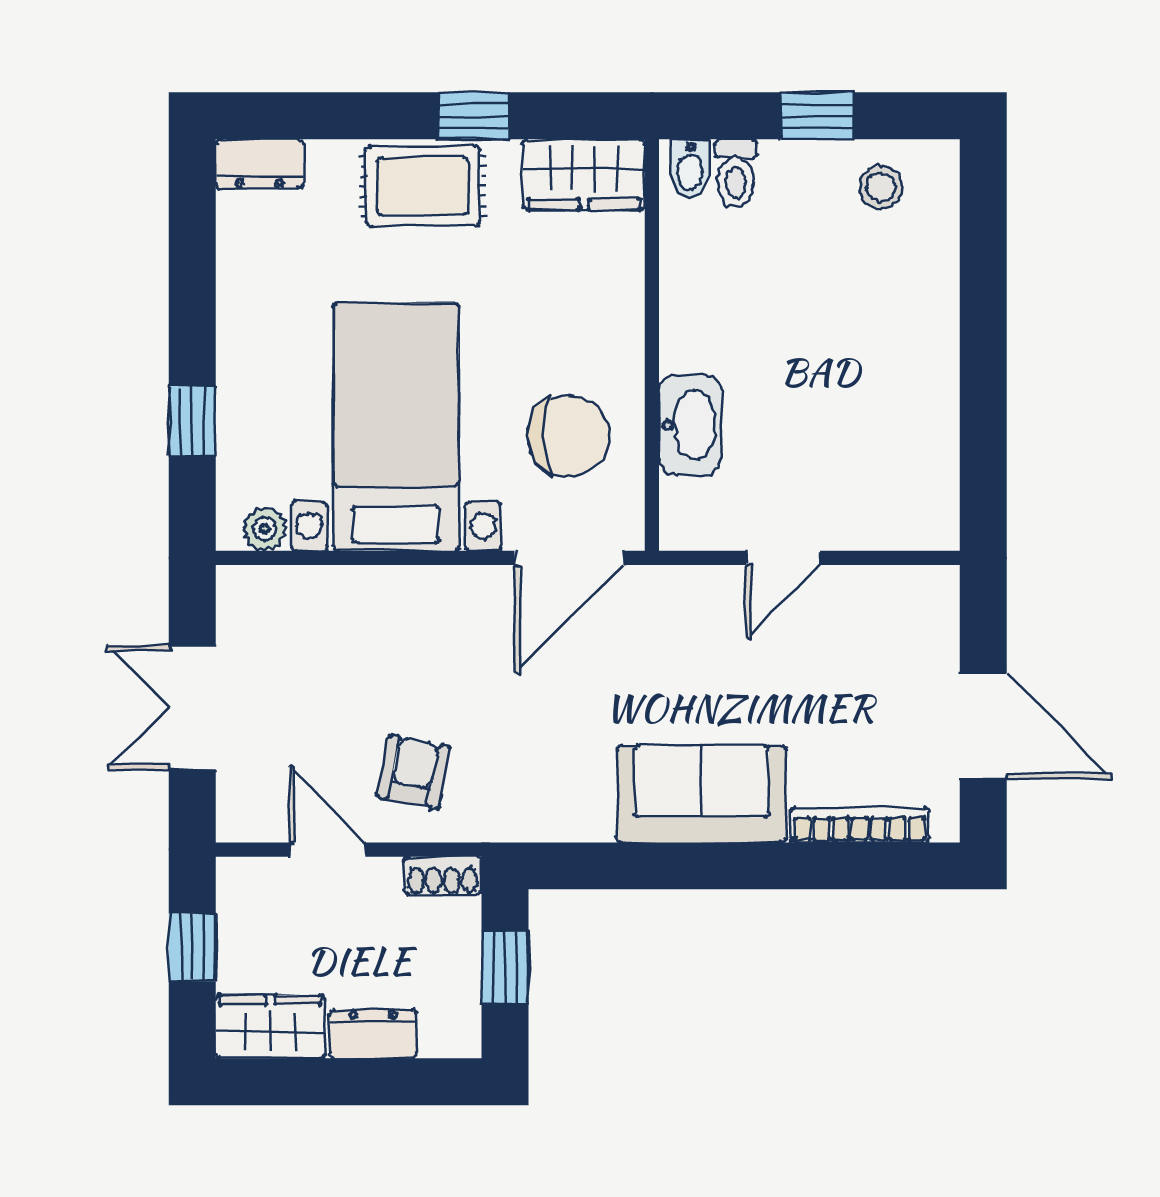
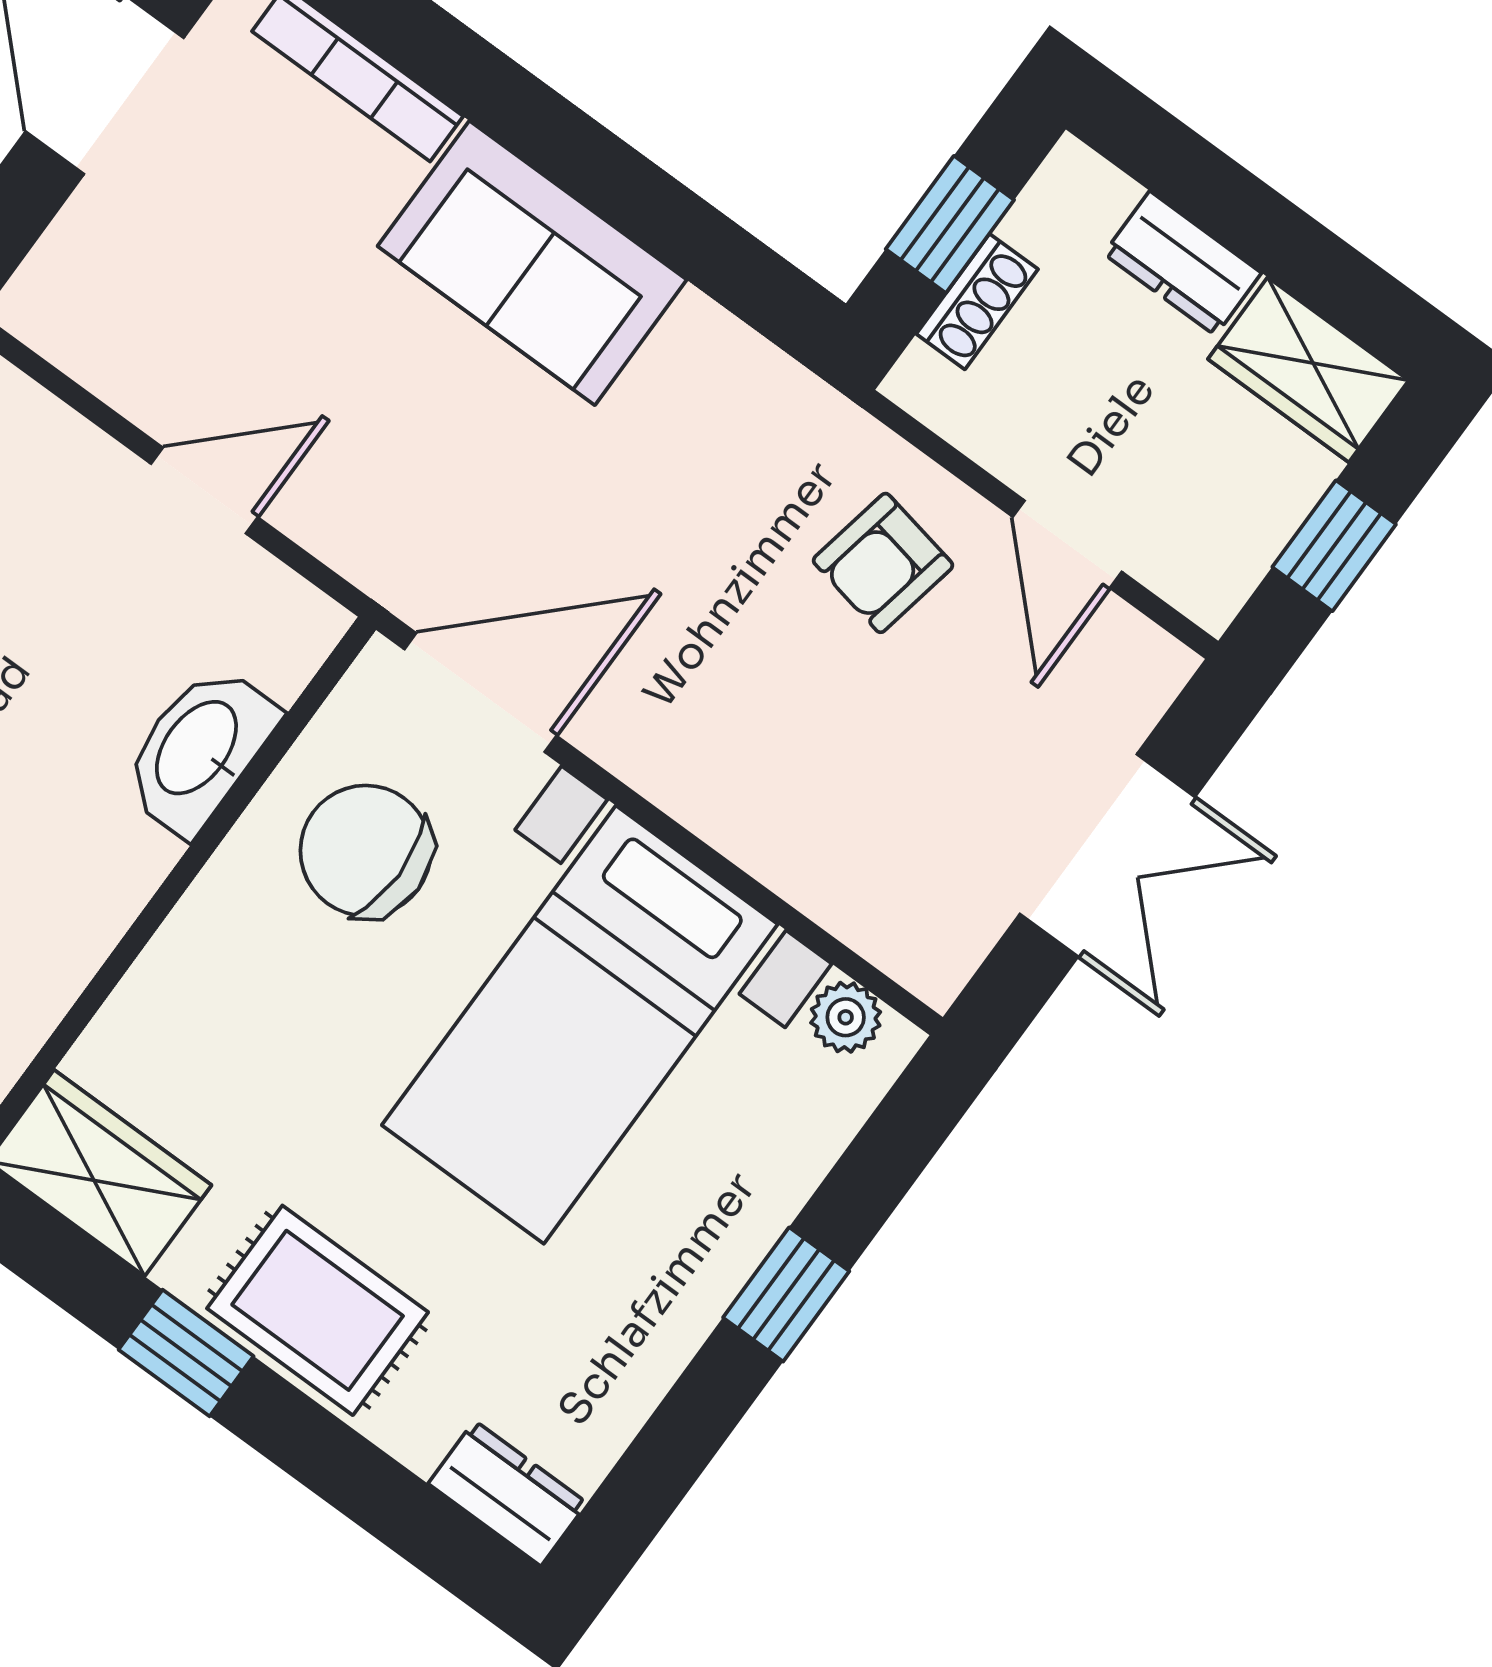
window: (192, 421) -> (786, 1294), moved
shoe rack: (443, 875) -> (977, 302), moved, turned 90

